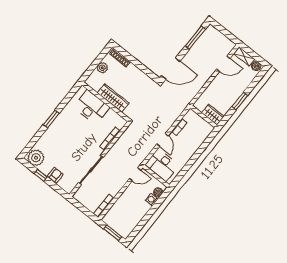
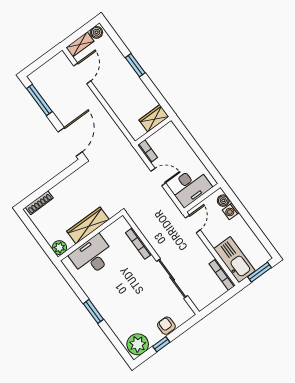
plant: (102, 68) -> (59, 248), moved
wardrobe: (213, 115) -> (154, 118), moved
wall: (204, 117) -> (153, 131), moved
kitchen sink: (117, 212) -> (234, 260), added

